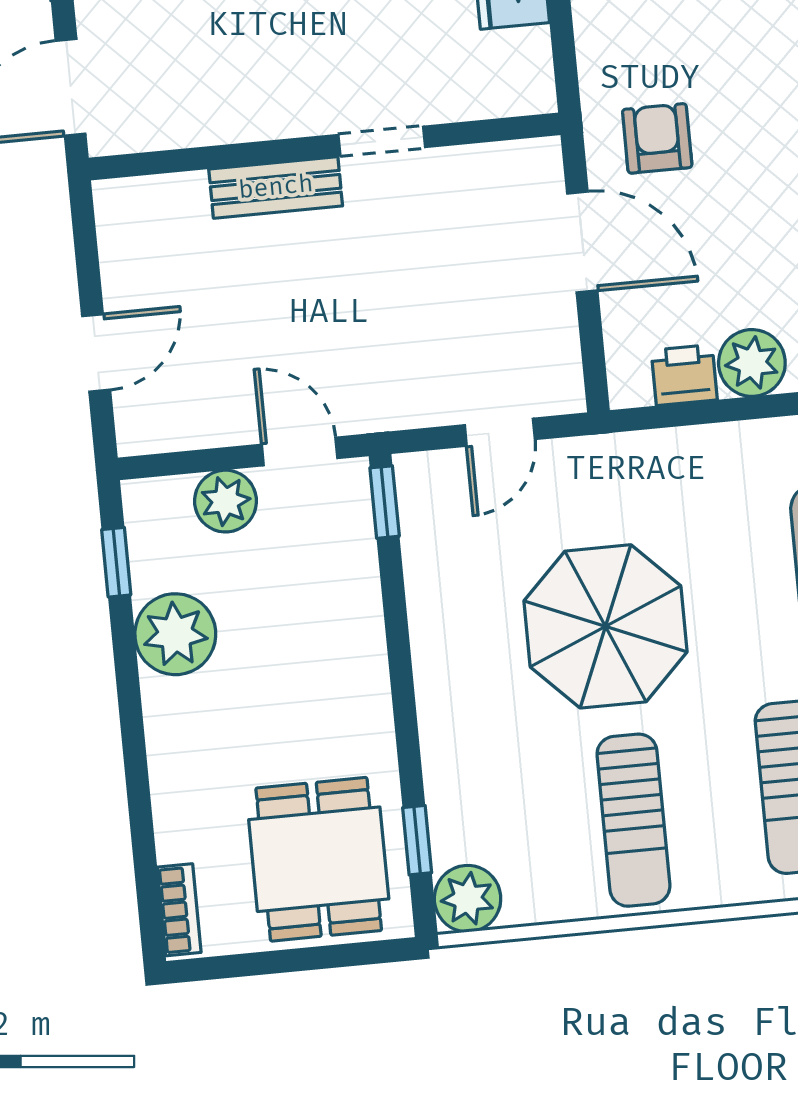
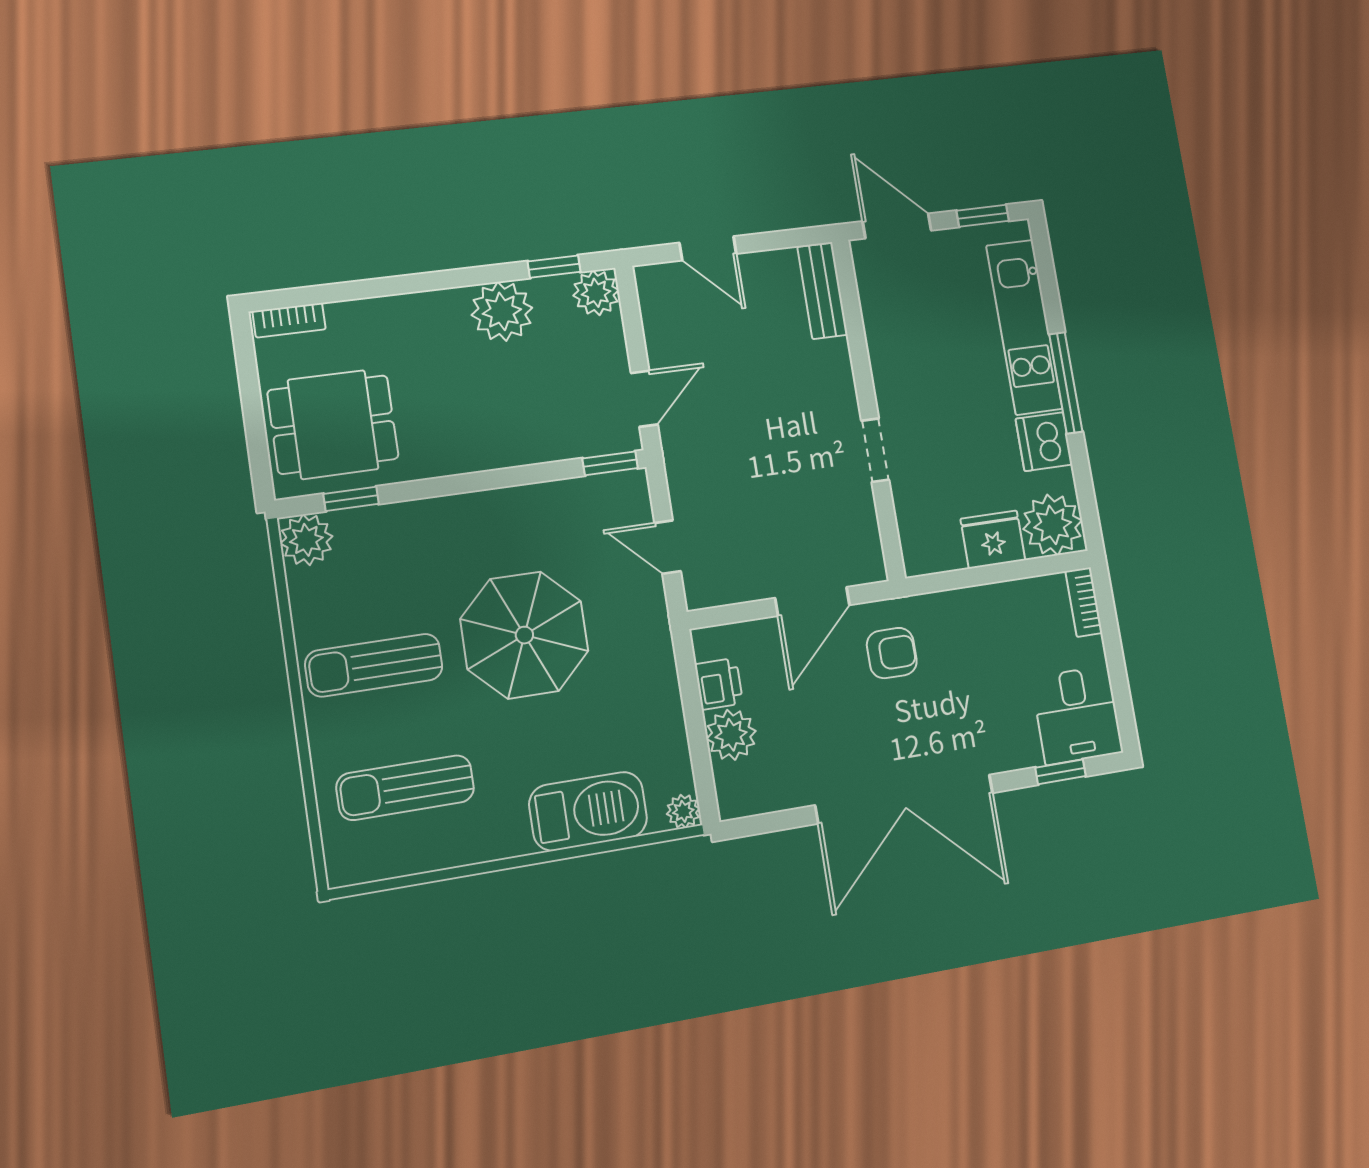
bench: (276, 187) -> (822, 291), moved
plant: (226, 501) -> (596, 293), moved

